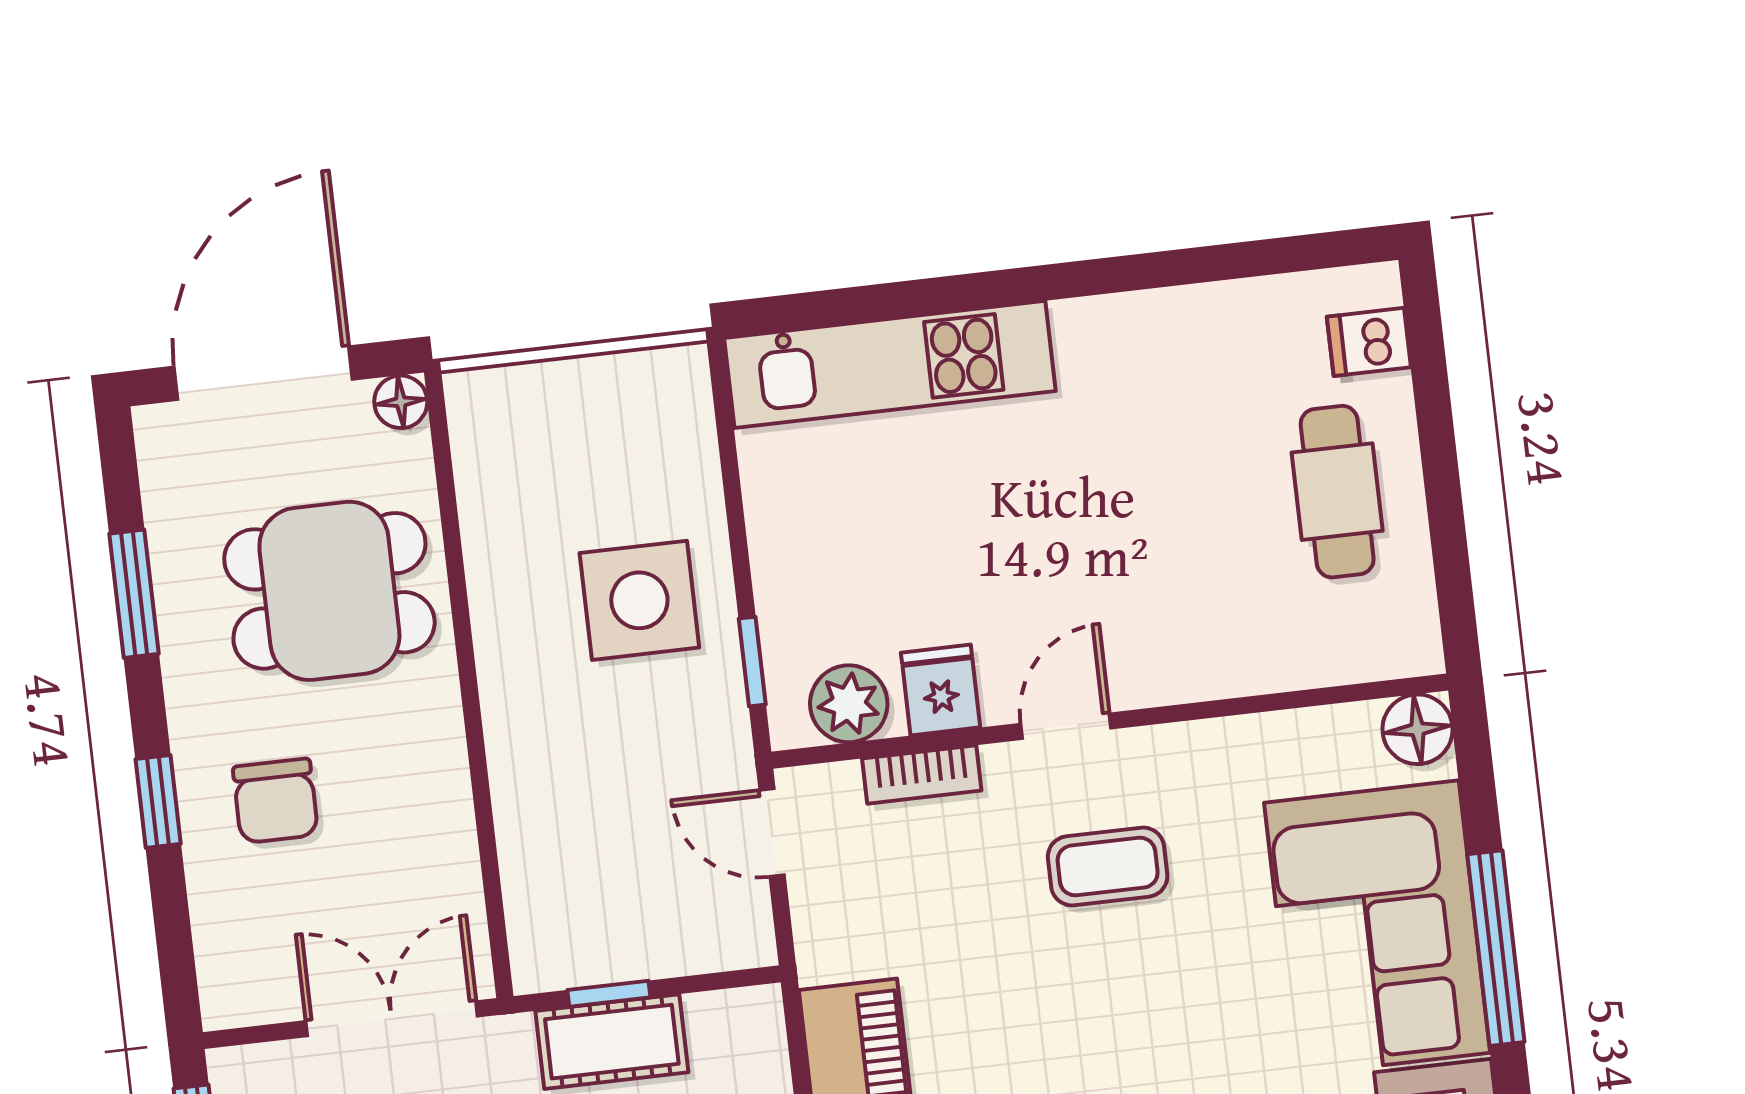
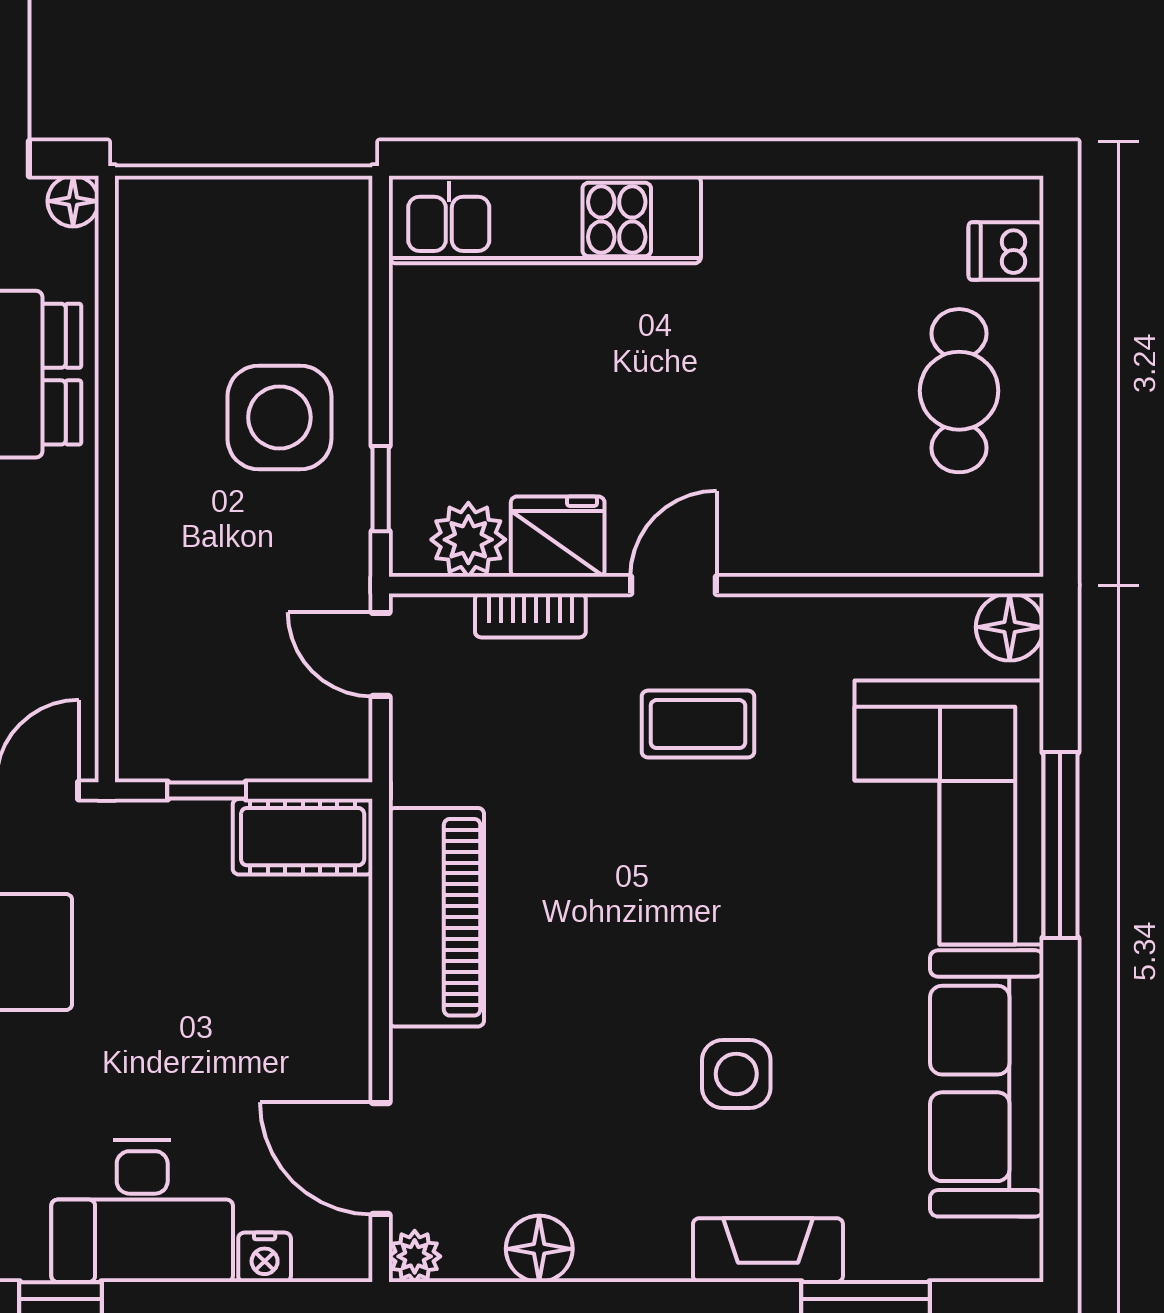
fridge: (941, 690) -> (558, 537), width x1.38
cot: (612, 1042) -> (303, 837), moved

